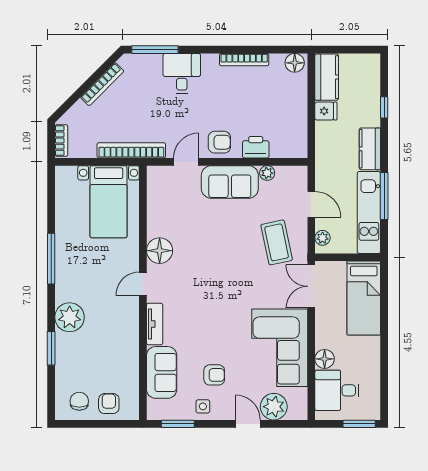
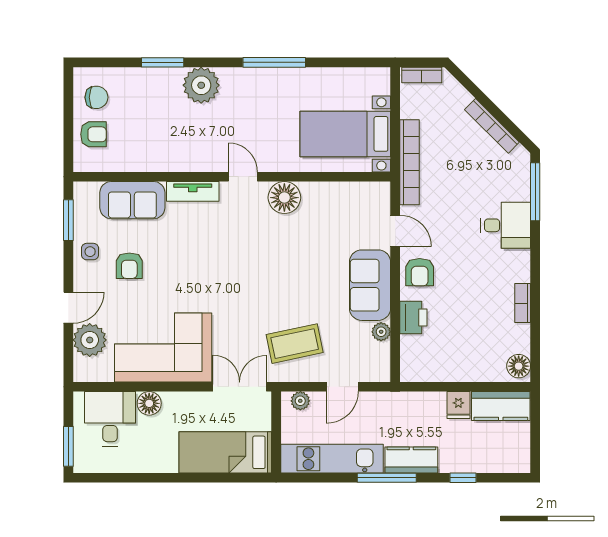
bookcase: (244, 60) -> (523, 303), width x0.64
window: (384, 196) -> (387, 478), moved

